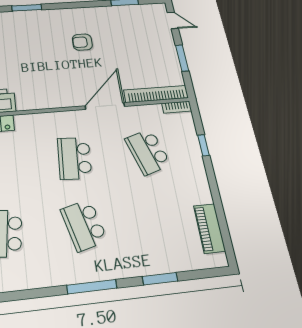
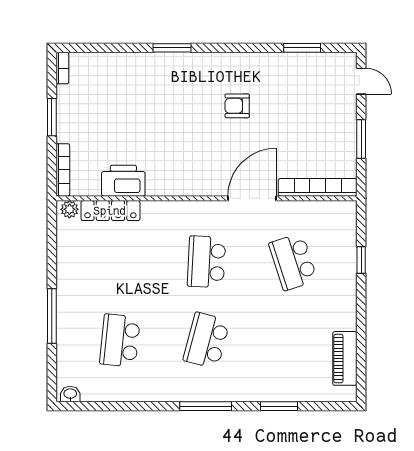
bookcase: (177, 107) -> (340, 207), removed
school desk: (84, 225) -> (206, 341), turned 30

